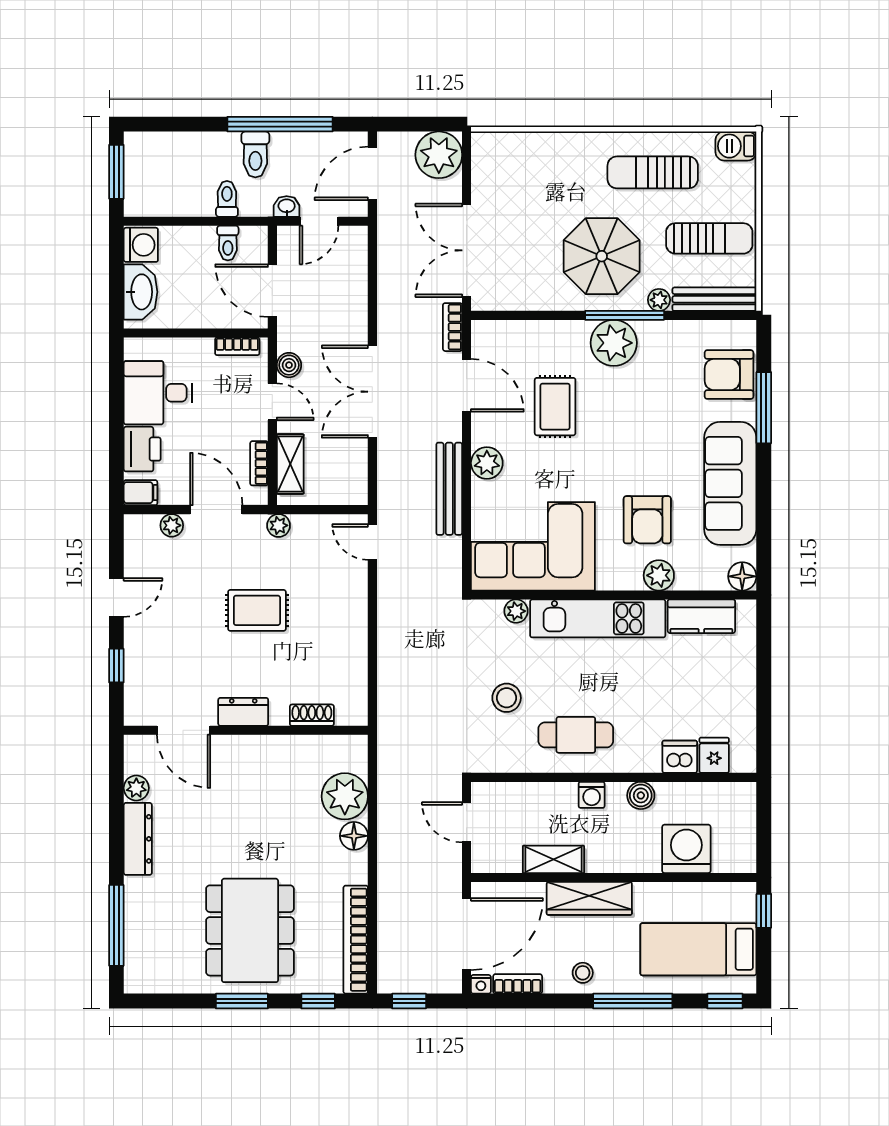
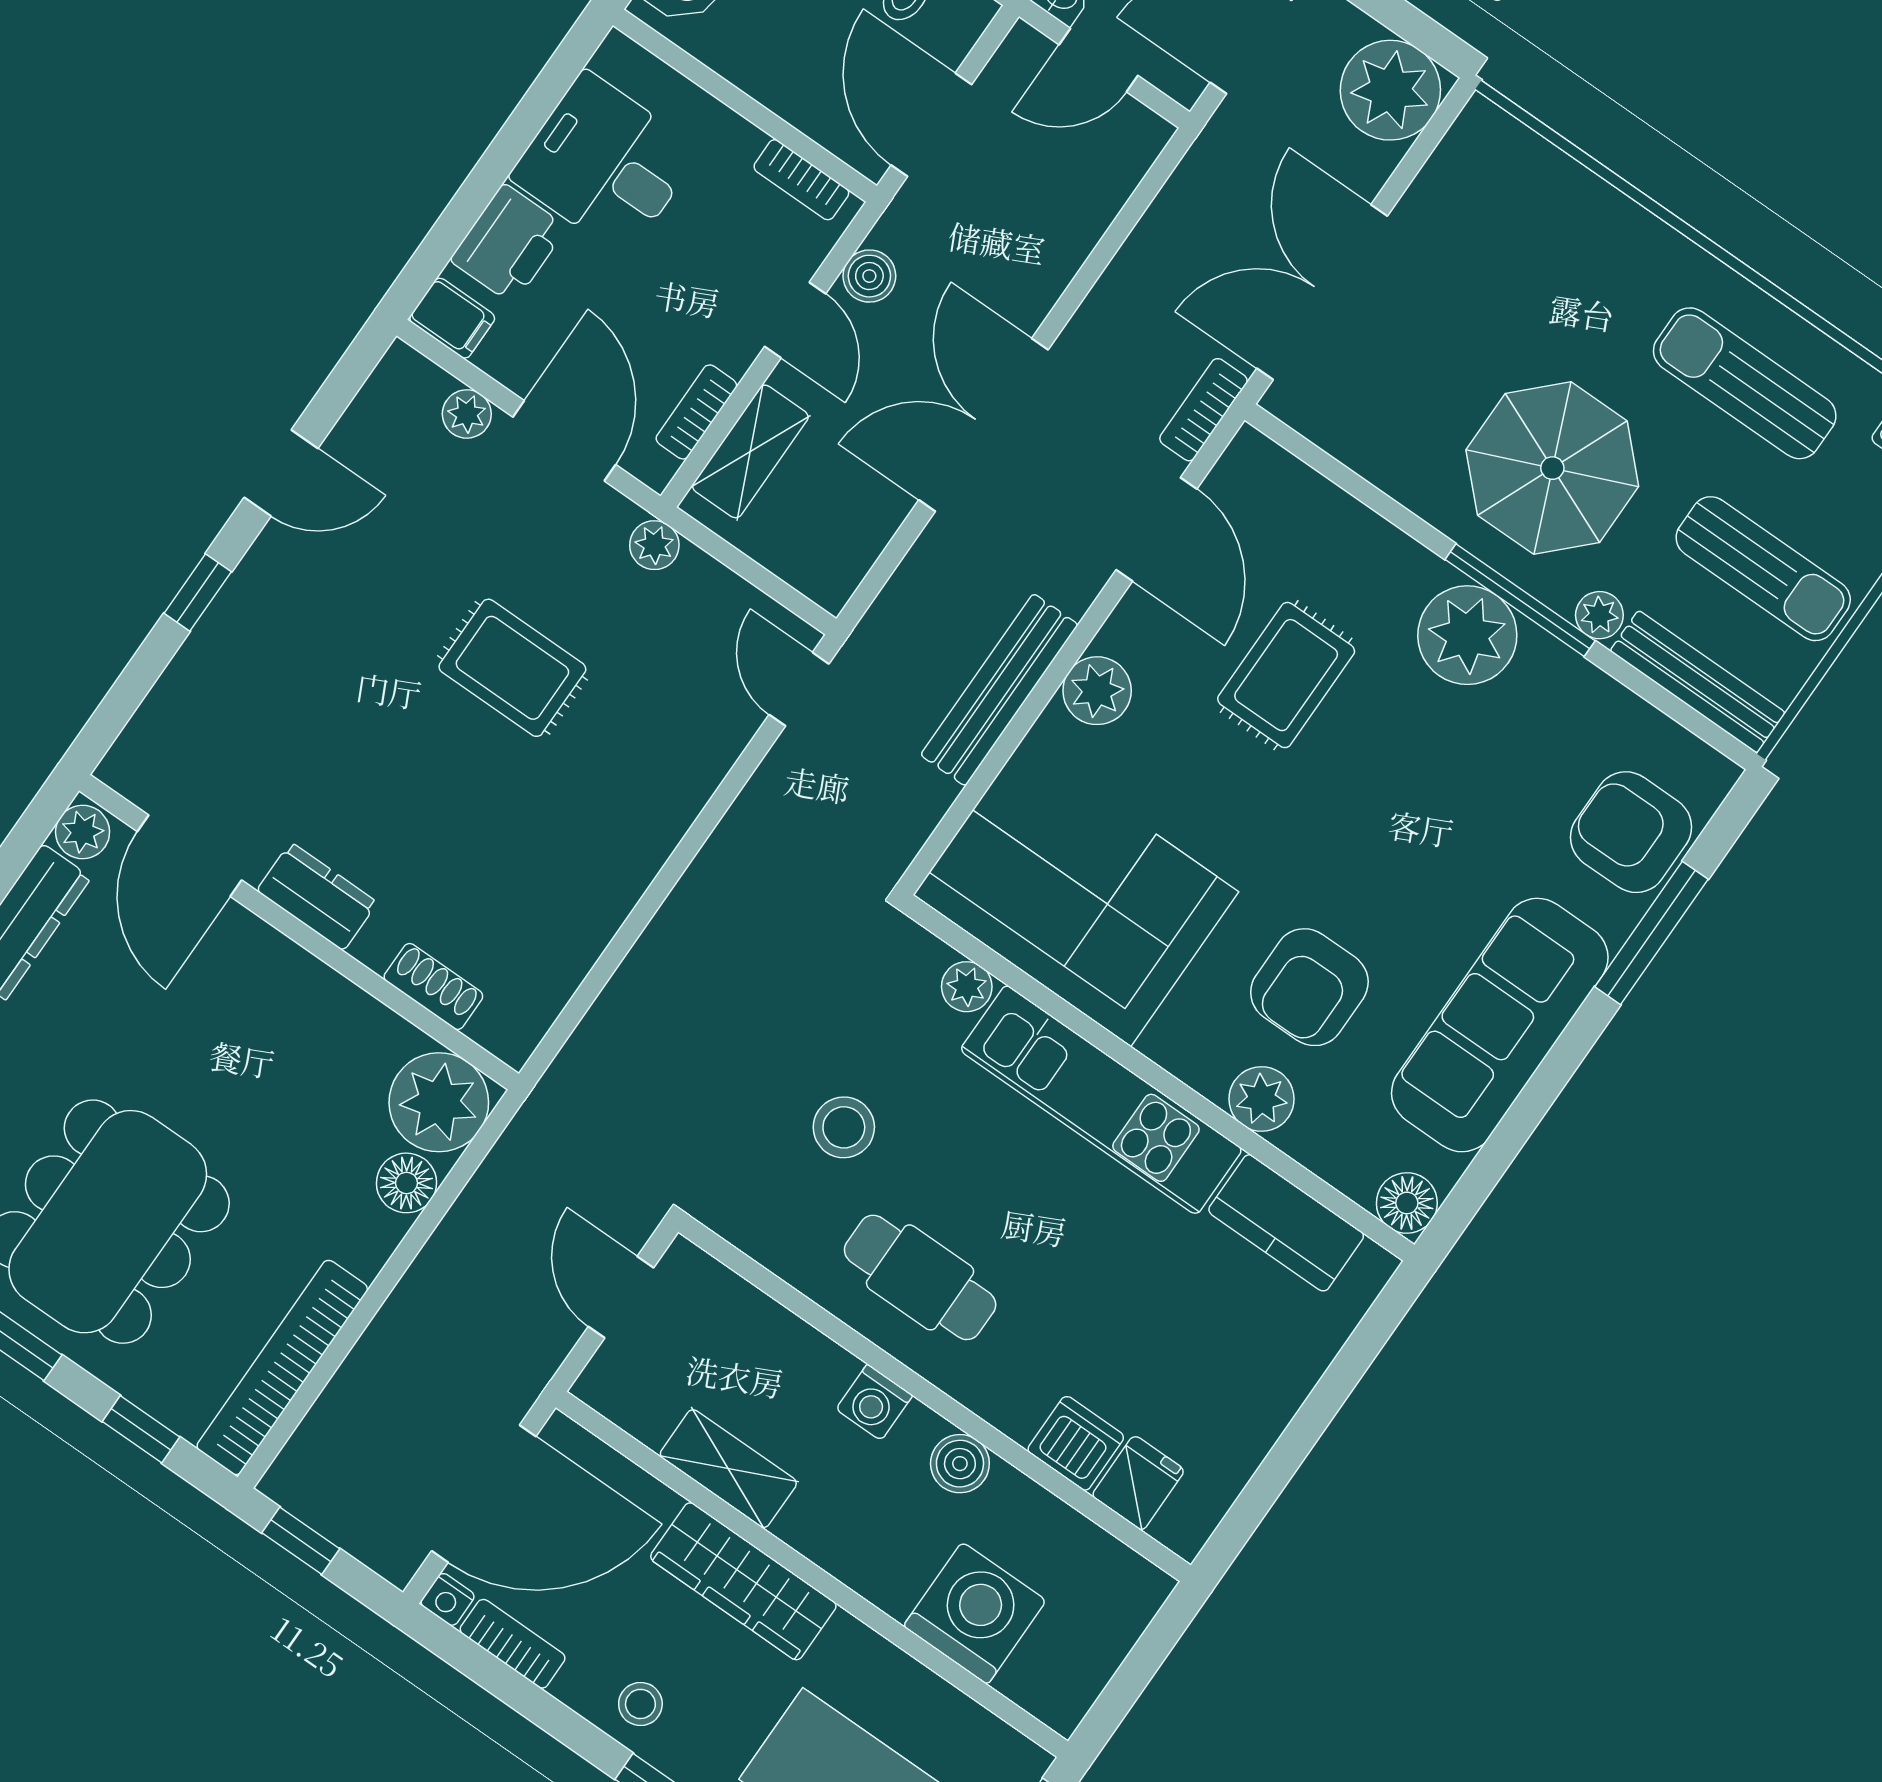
dresser: (243, 712) -> (317, 897), moved
shoe rack: (312, 715) -> (433, 987), moved
door: (184, 730) -> (189, 856), moved
wall: (246, 730) -> (299, 932), moved

